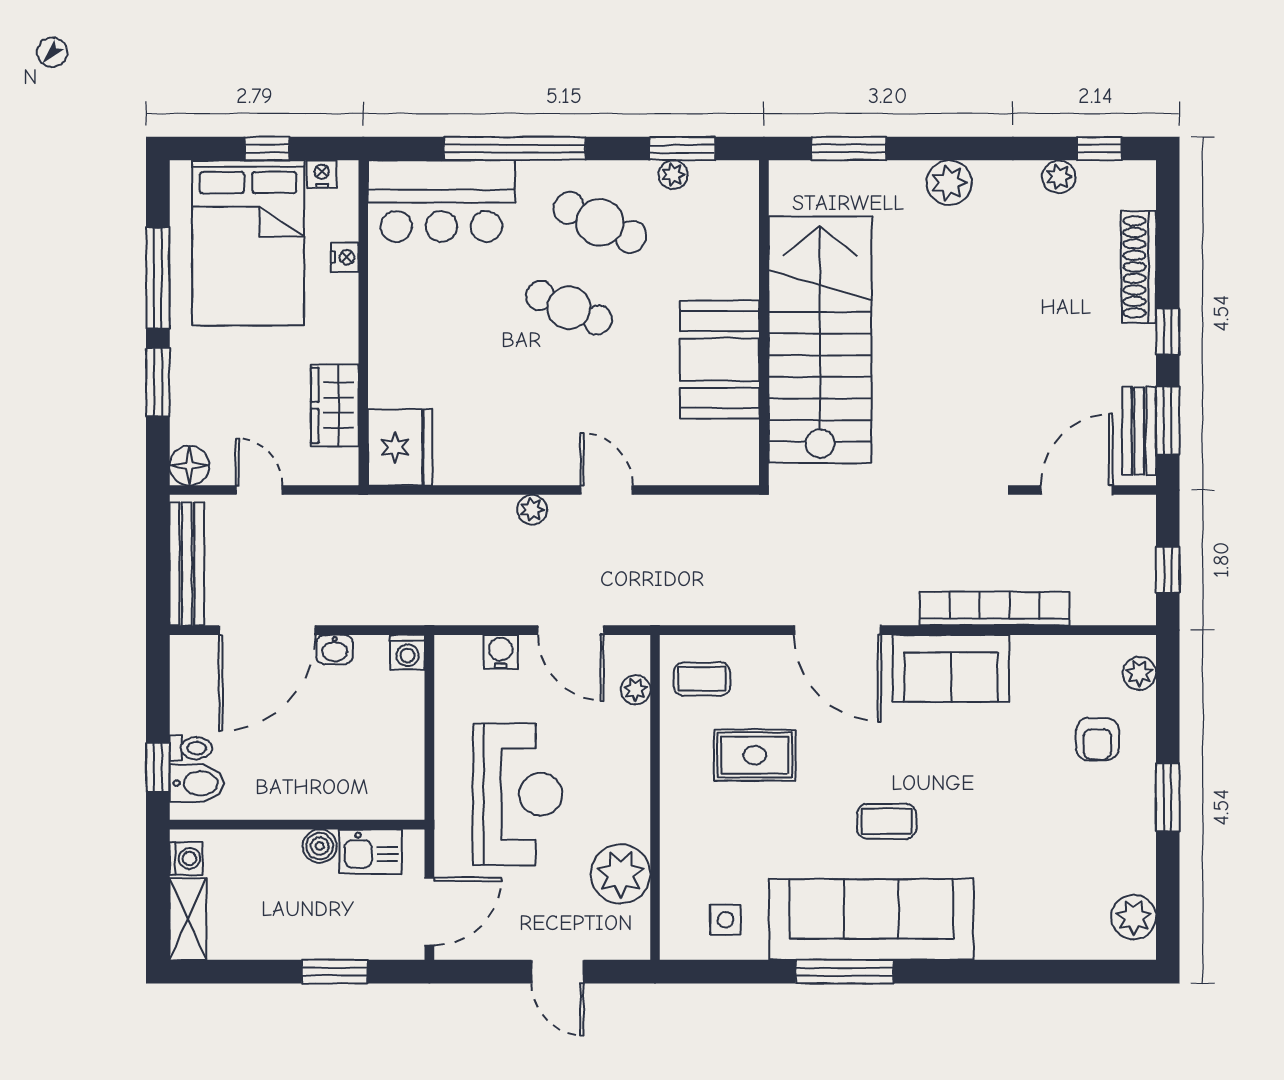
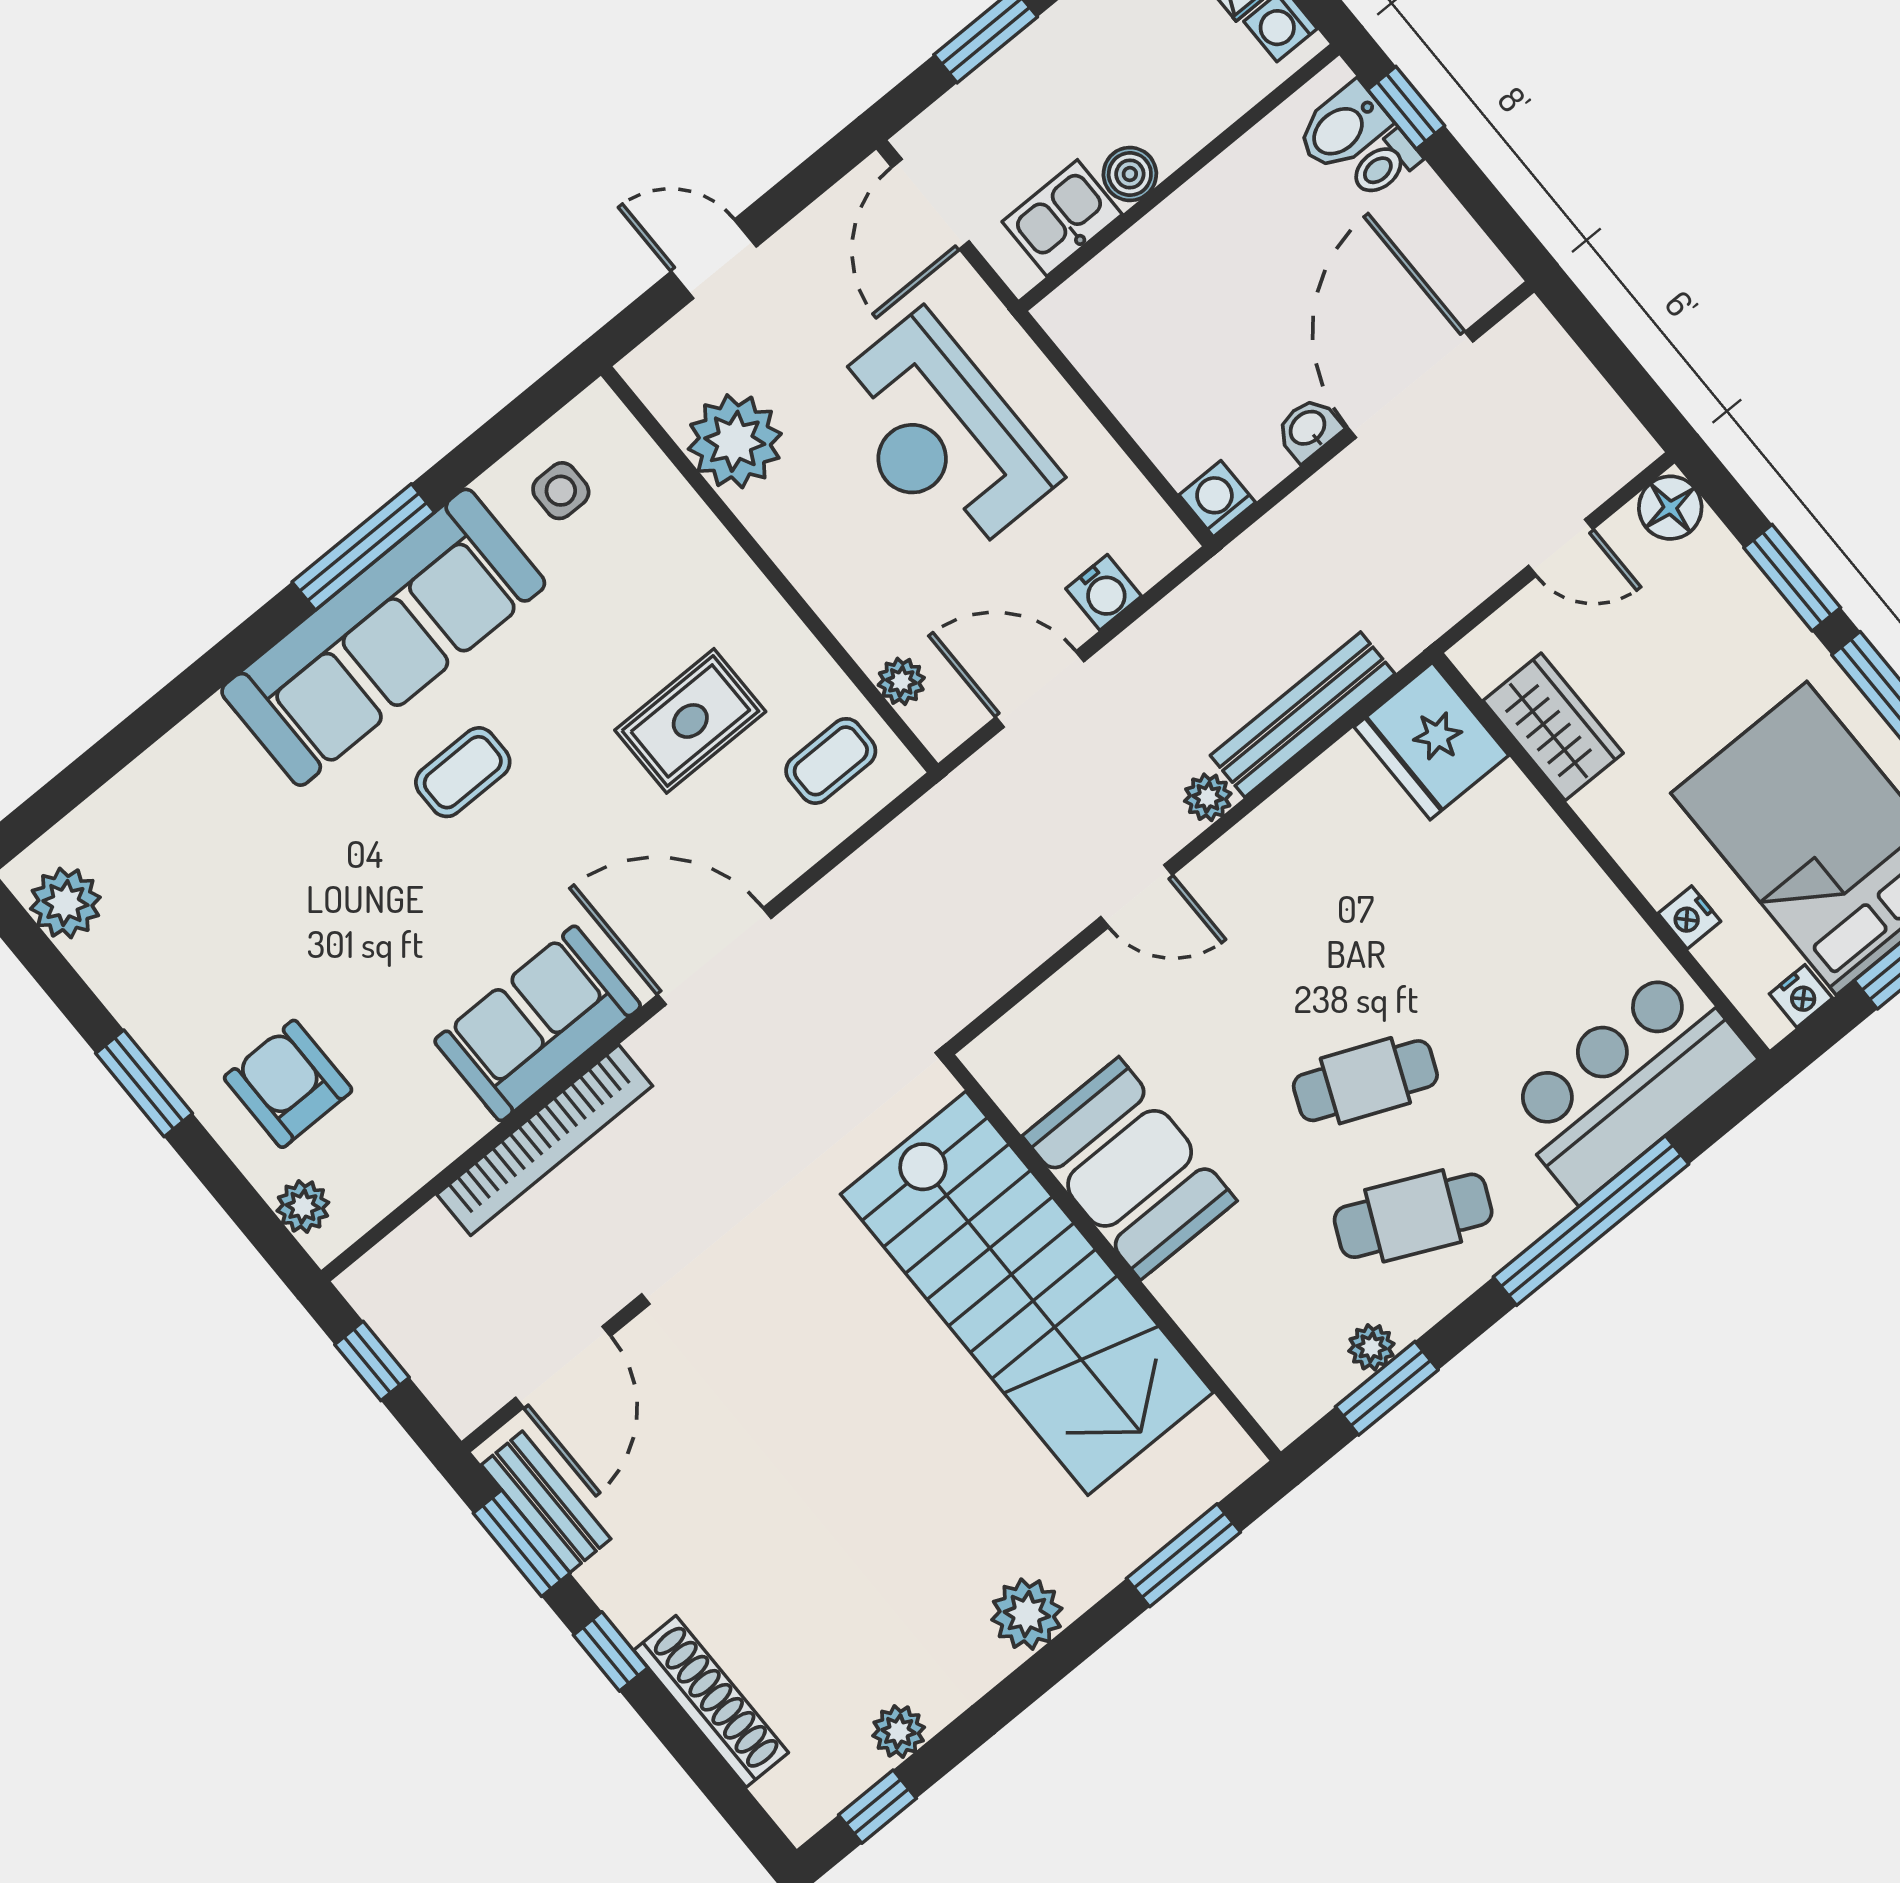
bench: (187, 564) -> (1303, 715), moved, turned 90
armchair: (1097, 739) -> (288, 1084), width x1.38, depth x1.38

